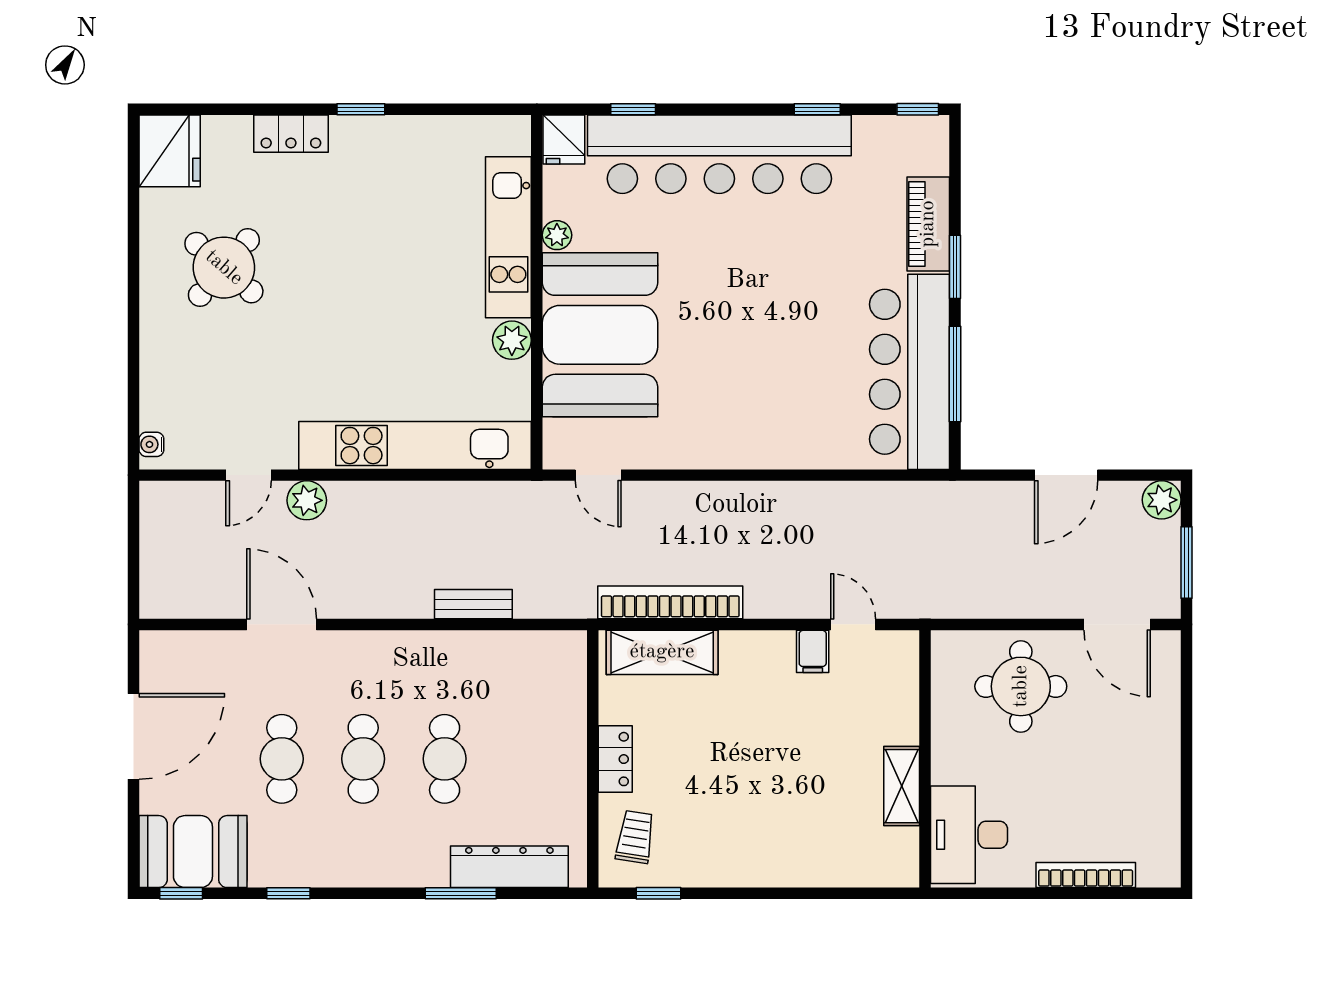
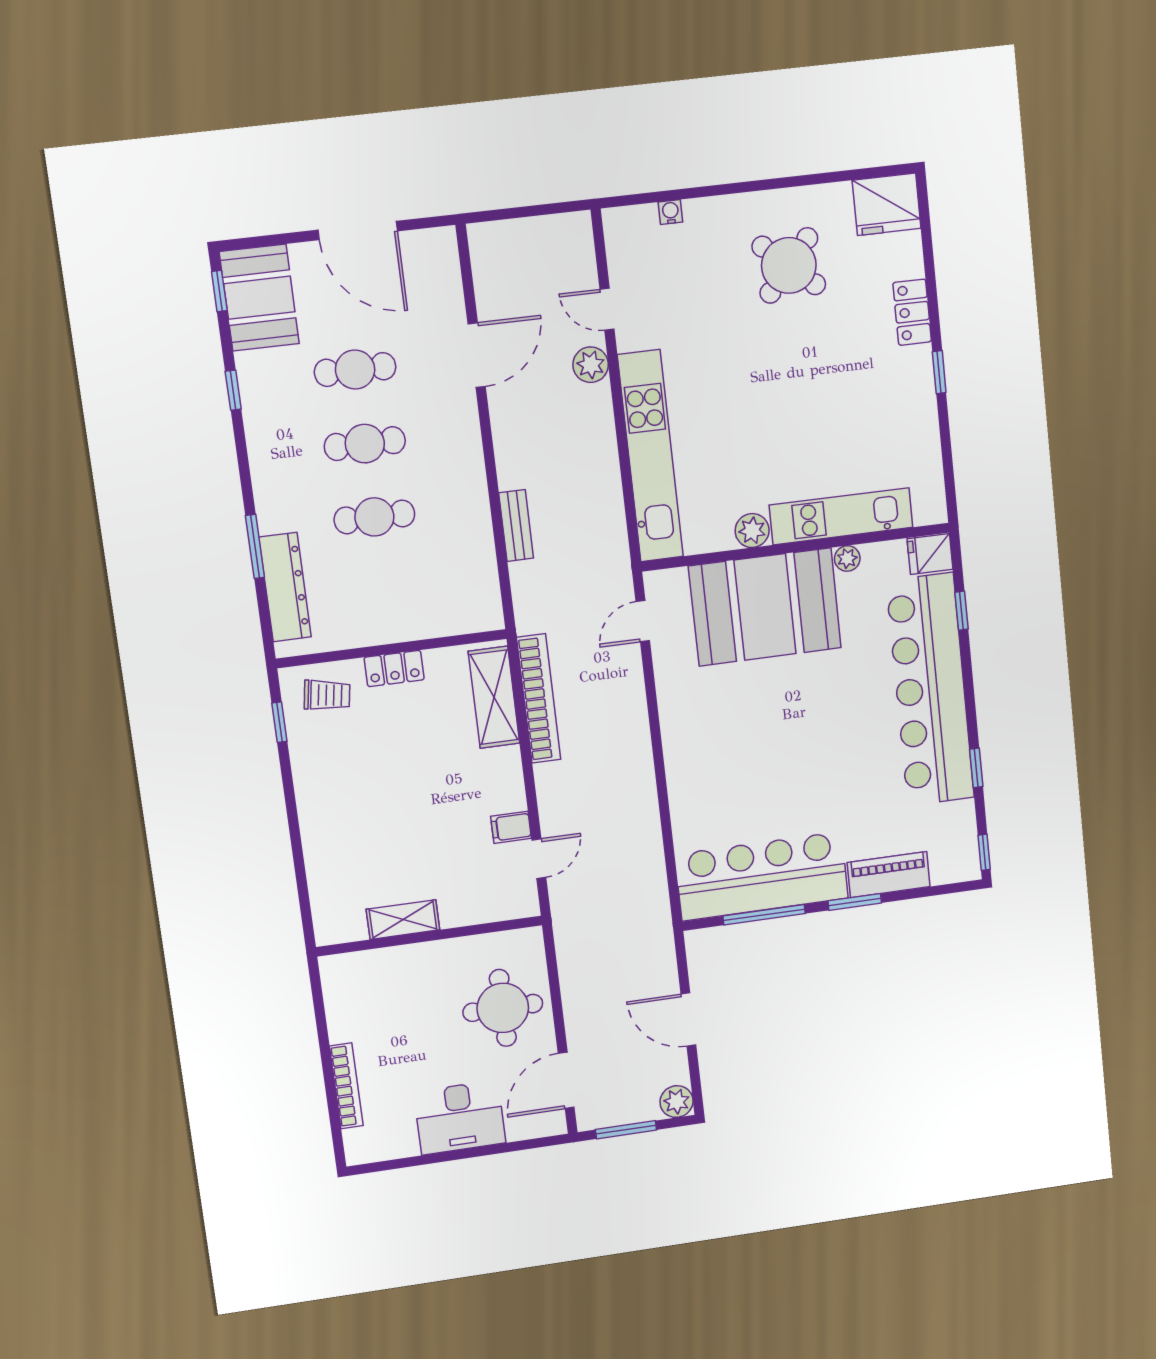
water cooler: (151, 444) -> (670, 212), moved
desk: (969, 835) -> (460, 1117), moved, turned 180

